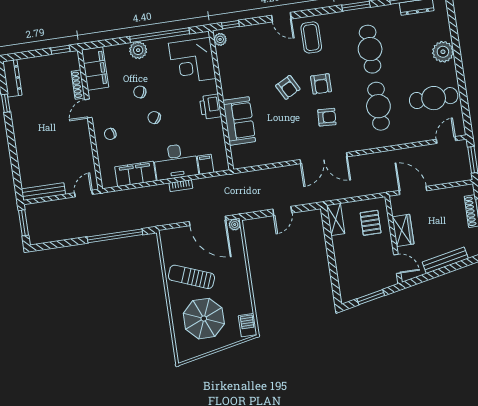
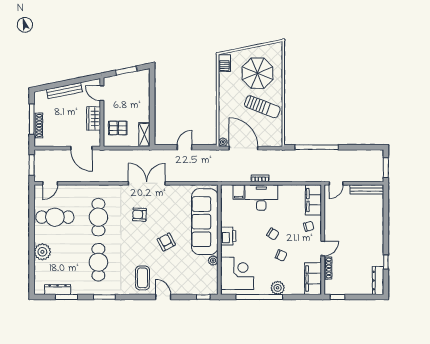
plant: (220, 39) -> (213, 261), moved
armchair: (321, 84) -> (140, 241), removed
sofa: (239, 121) -> (205, 222), width x1.85, depth x1.27
filing cabinet: (135, 174) -> (313, 200), moved, turned 90
pallet: (371, 223) -> (118, 128), turned 90

